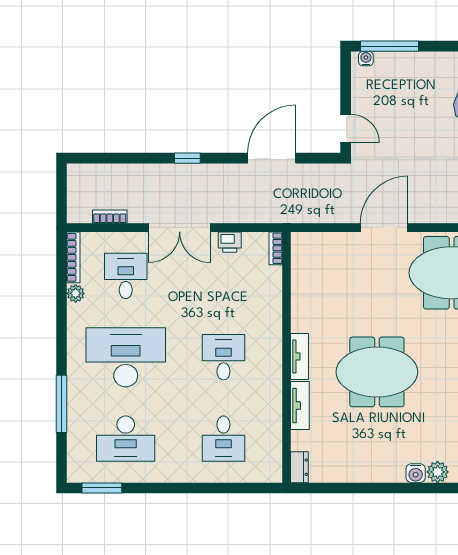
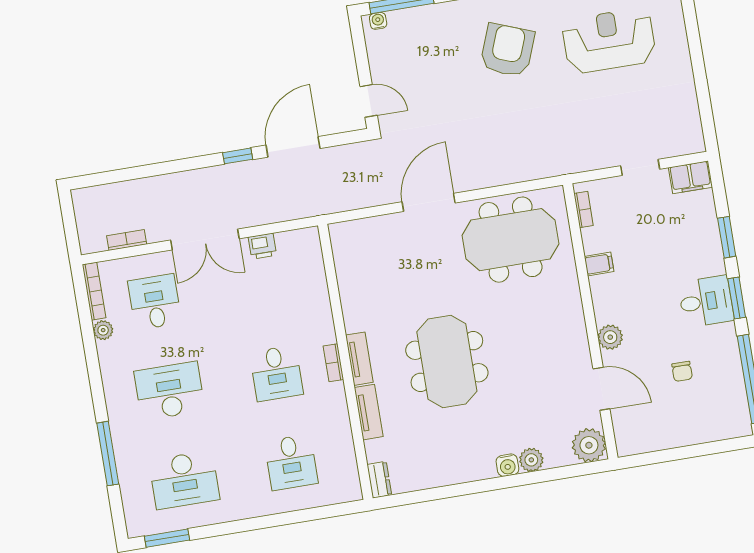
window: (187, 158) -> (238, 156), moved
bookcase: (276, 248) -> (333, 363), moved
desk: (126, 357) -> (169, 391), width x0.73, depth x0.77
desk: (223, 357) -> (276, 373), turned 180
meeting table: (377, 372) -> (447, 361), turned 90

